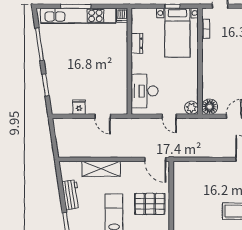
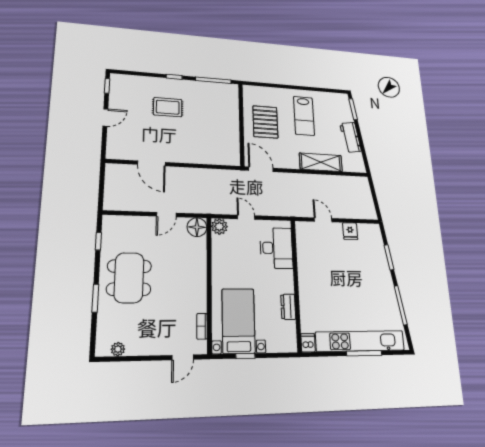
pallet: (150, 204) -> (265, 122), turned 90

